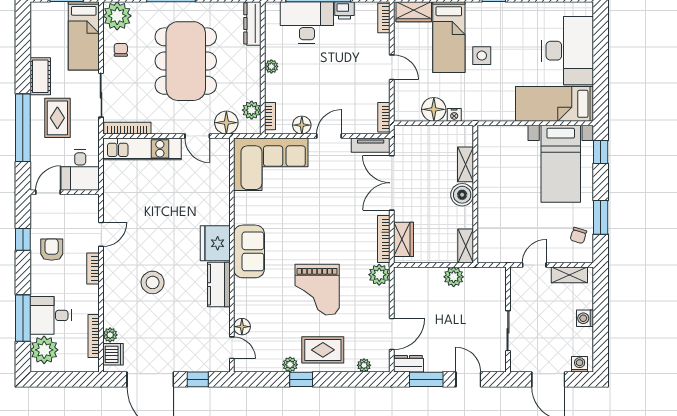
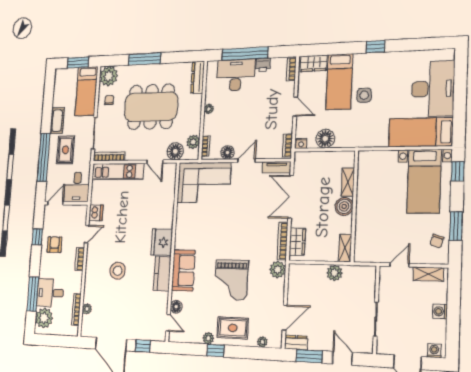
dining table: (186, 61) -> (151, 107), turned 90
nightstand: (454, 115) -> (301, 143), moved
sofa: (249, 251) -> (183, 270), moved
dishwasher: (113, 354) -> (96, 213), moved

